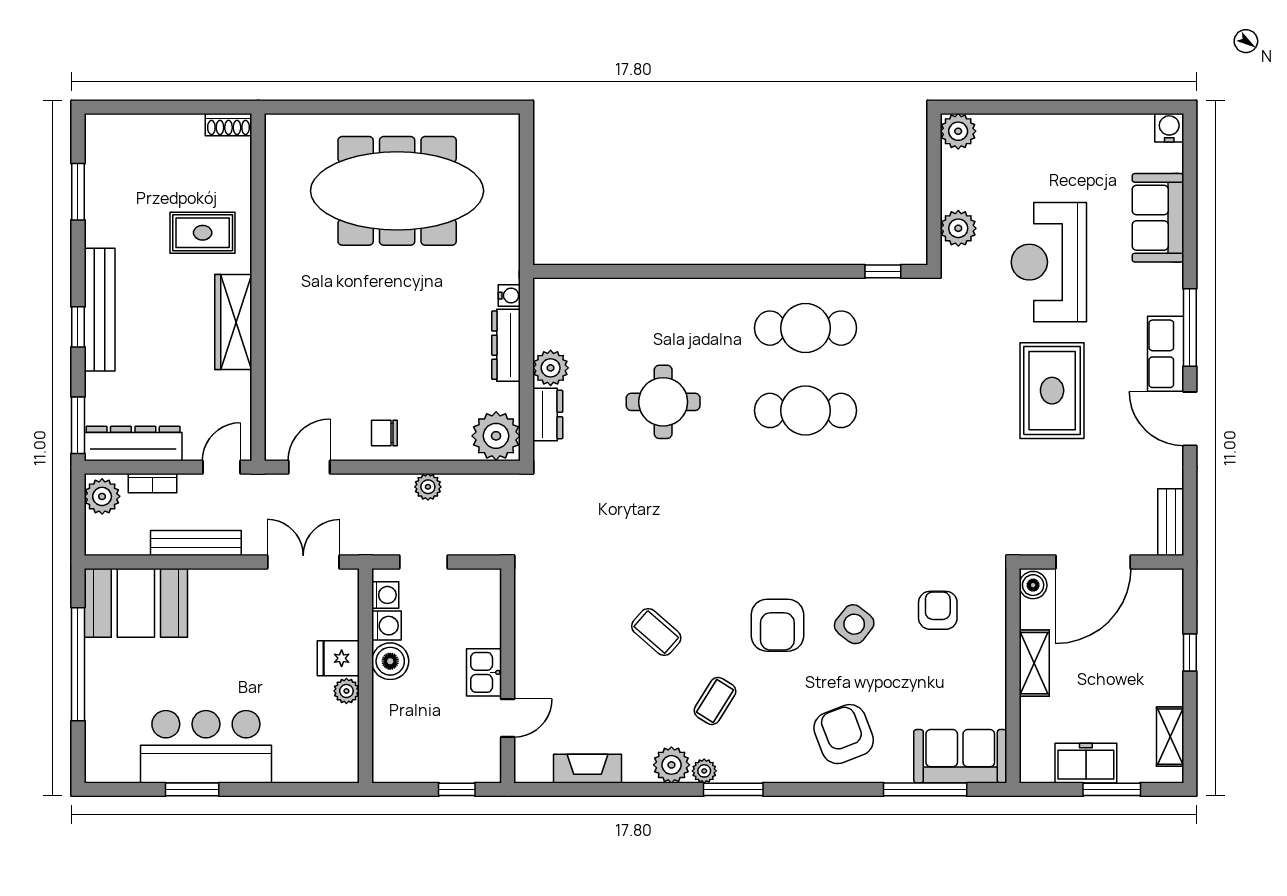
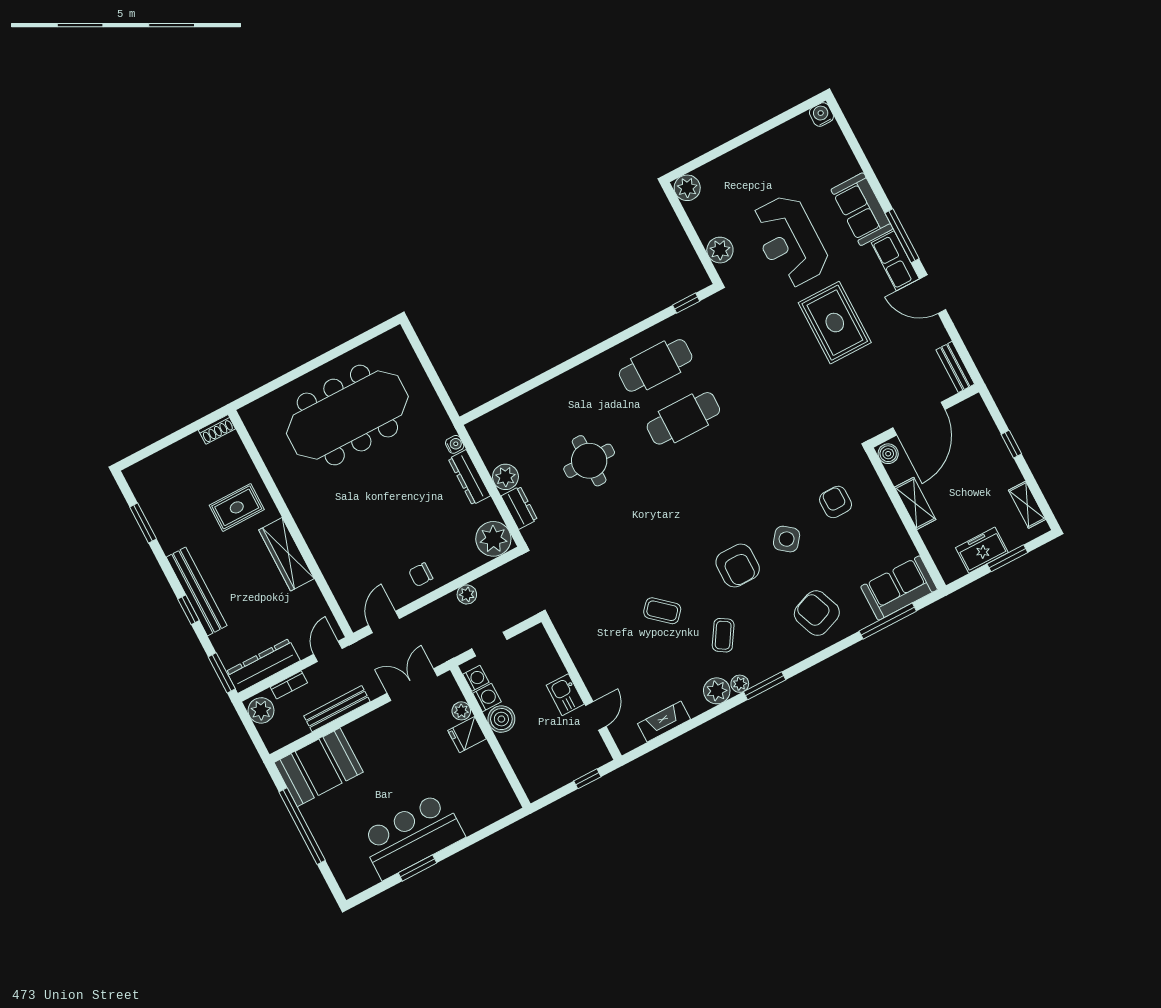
sofa: (1158, 218) -> (862, 209), moved
plant: (346, 691) -> (461, 711), moved

